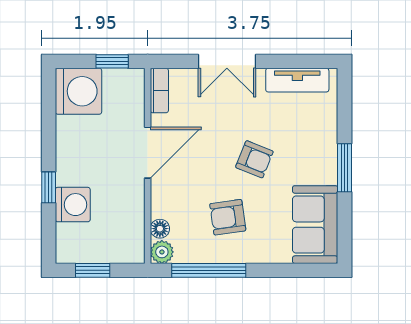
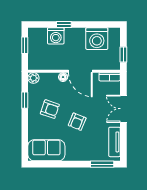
washing machine: (78, 91) -> (97, 39), moved
window: (344, 168) -> (102, 164), moved
armchair: (228, 217) -> (50, 109), turned 117
floor lamp: (160, 229) -> (63, 77), moved
window: (209, 270) -> (25, 100), width x0.46

